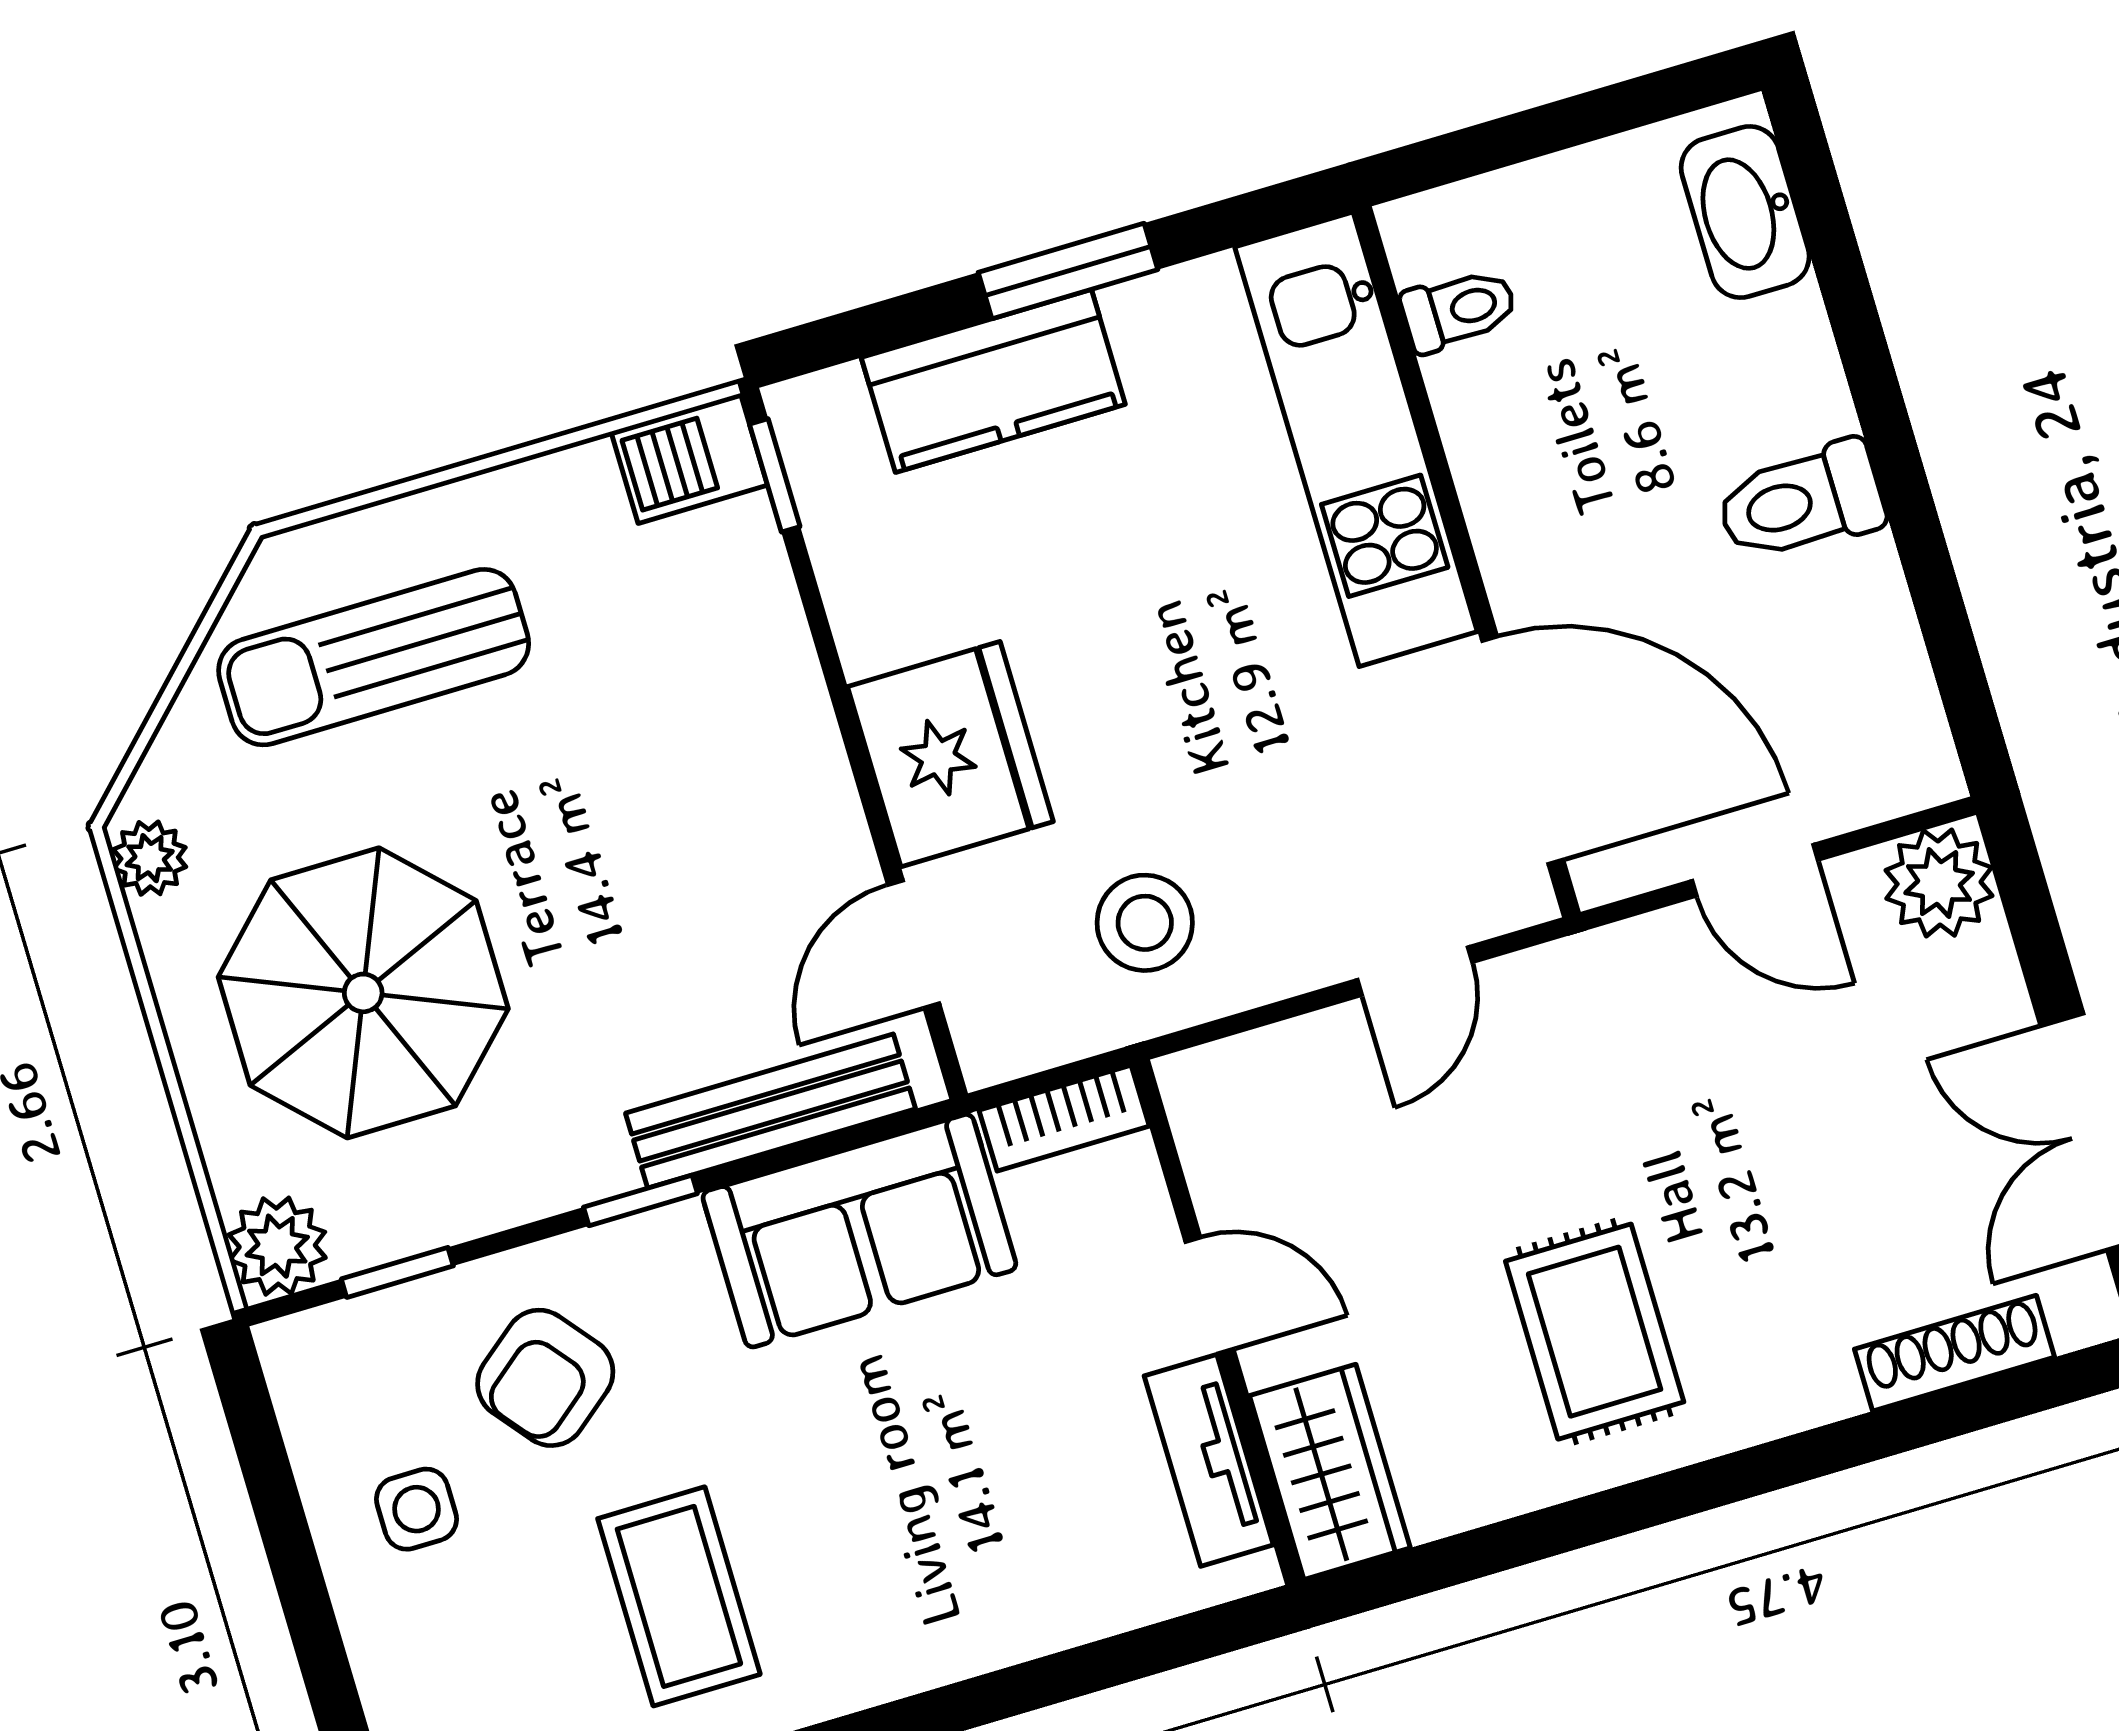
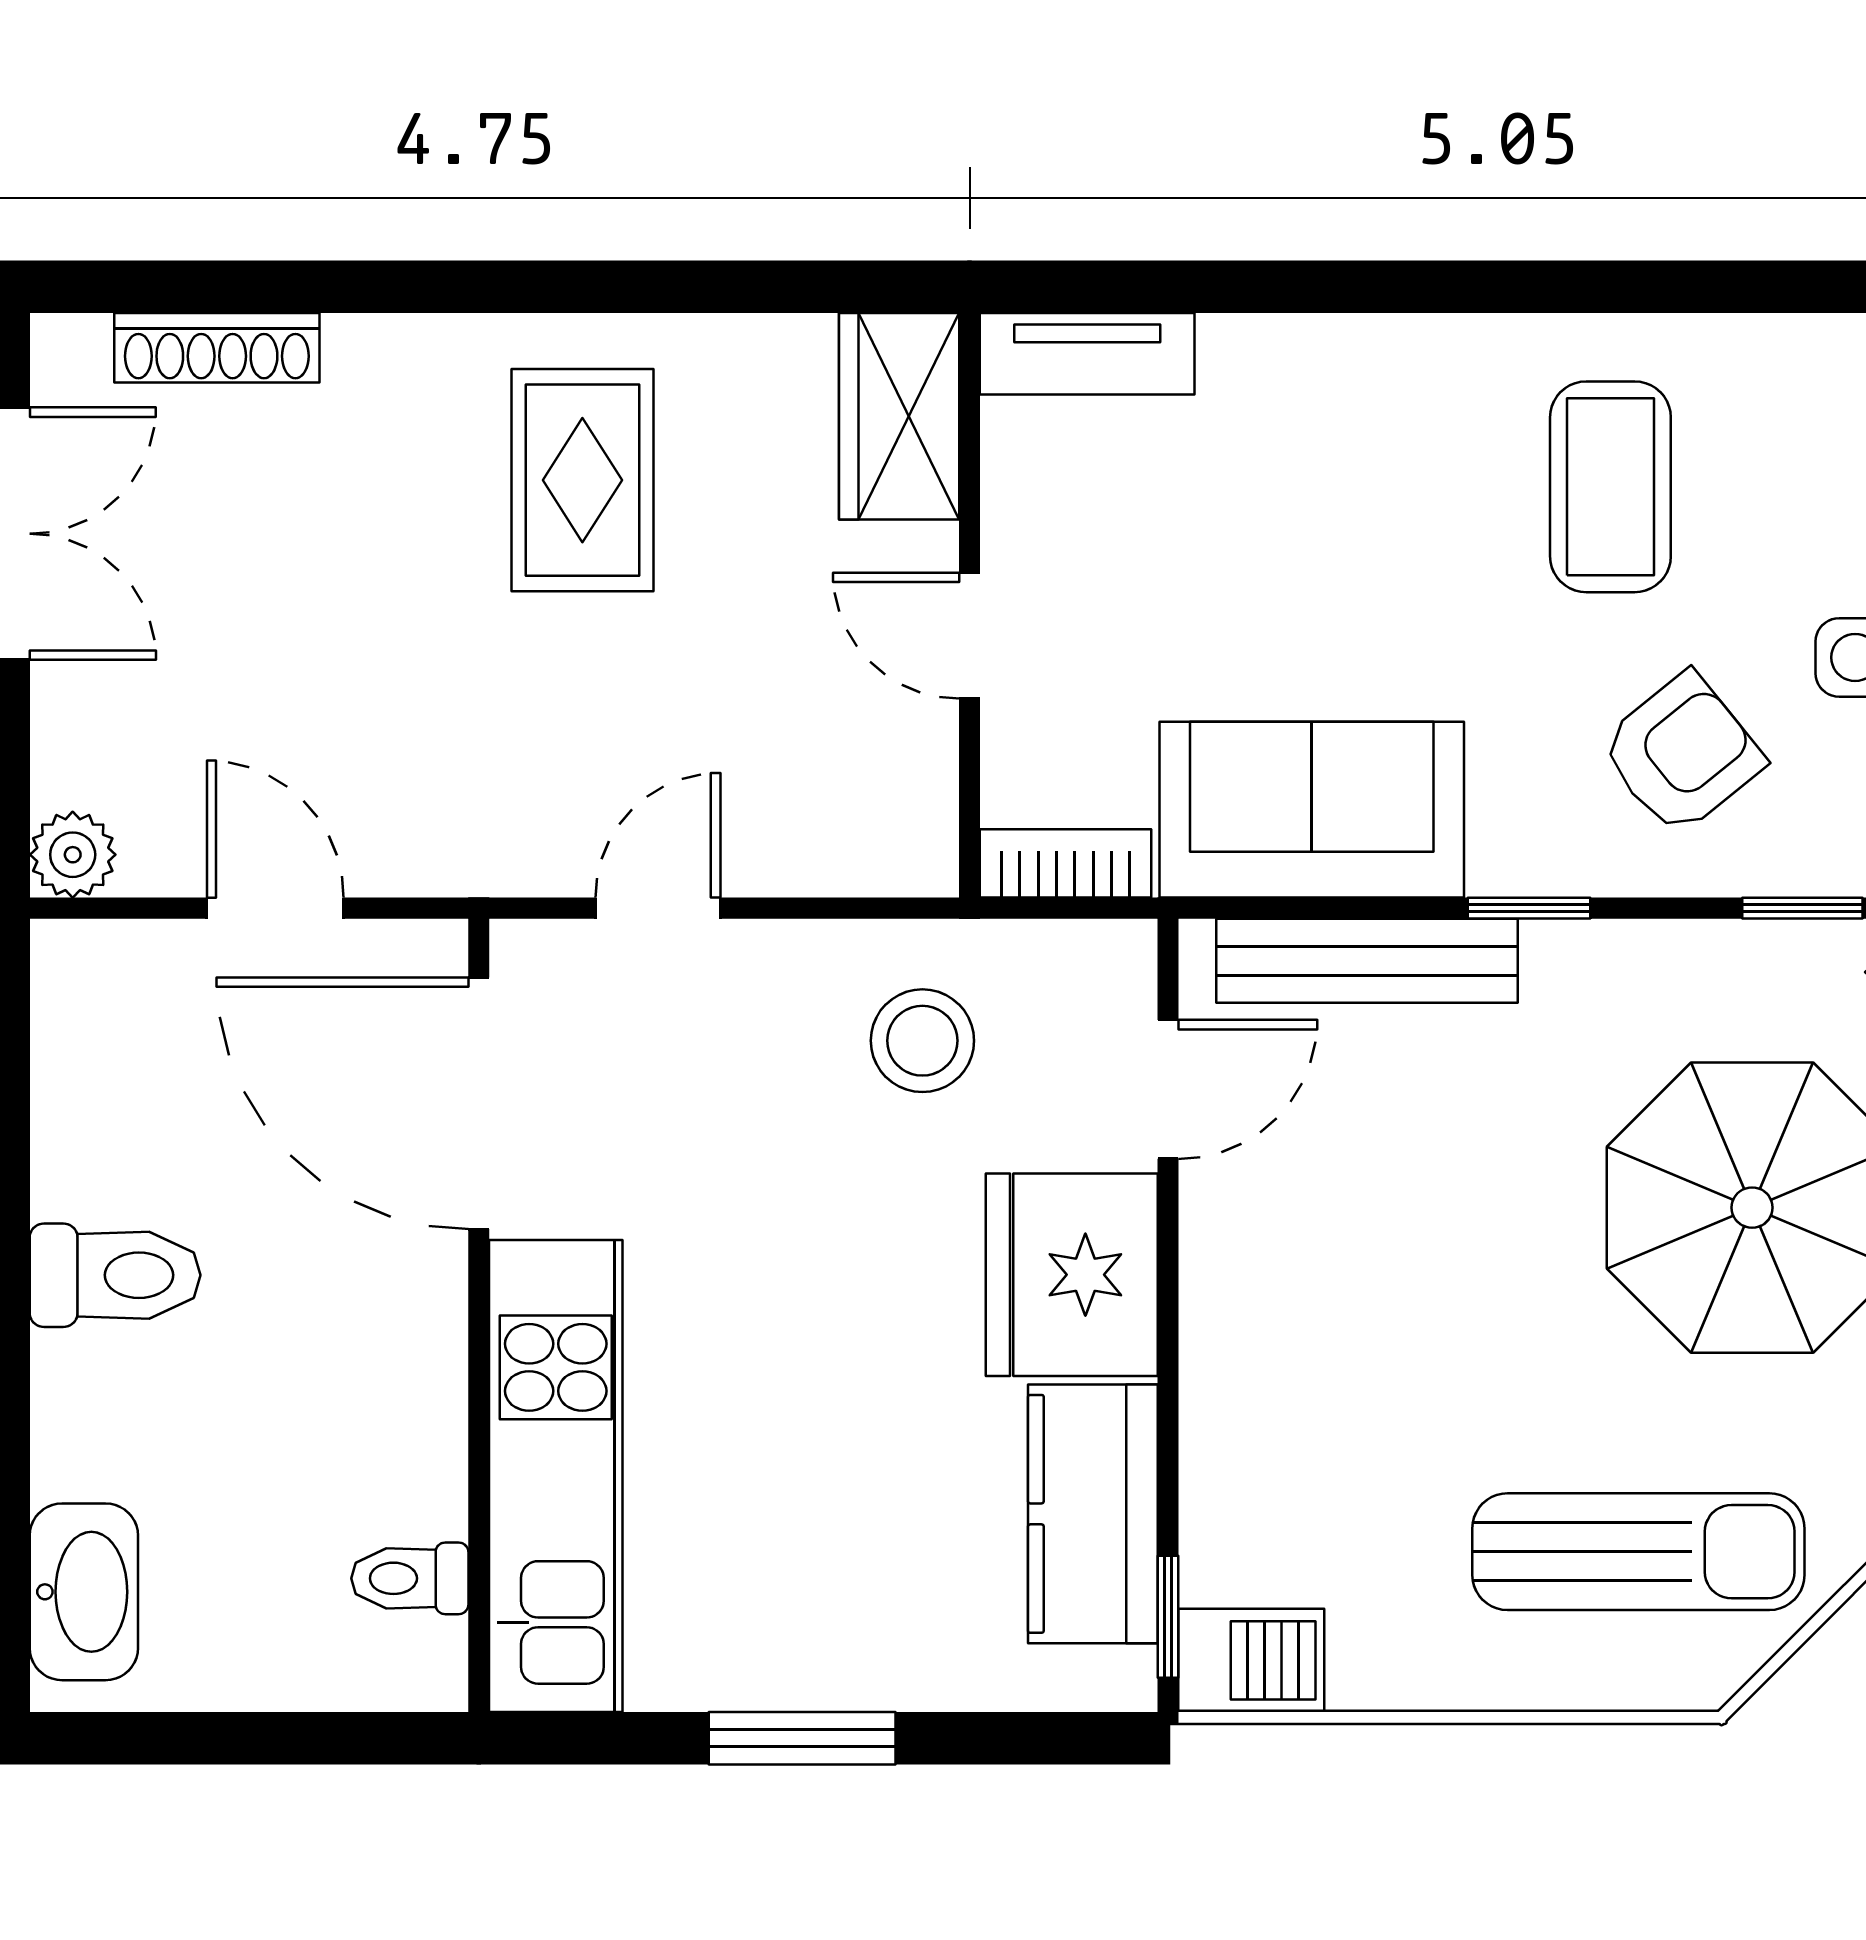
kitchen counter: (993, 381) -> (1093, 1514), moved, turned -90
plant: (1939, 883) -> (73, 855), width x0.73, depth x0.73
tv unit: (1209, 1460) -> (1087, 354), moved, turned 90

